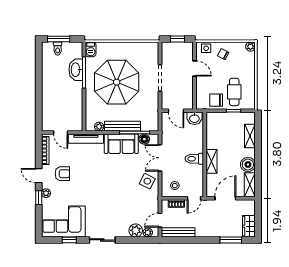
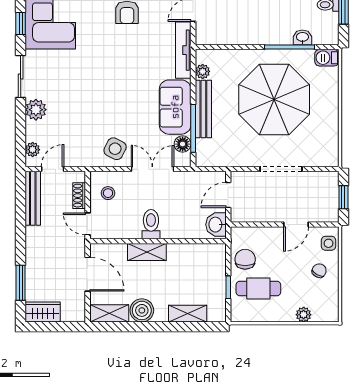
plant: (250, 47) -> (304, 315), moved
washbasin: (76, 70) -> (302, 37), width x0.52, depth x0.69
door: (160, 220) -> (53, 169), hinge flipped
plant: (136, 230) -> (36, 110), moved

